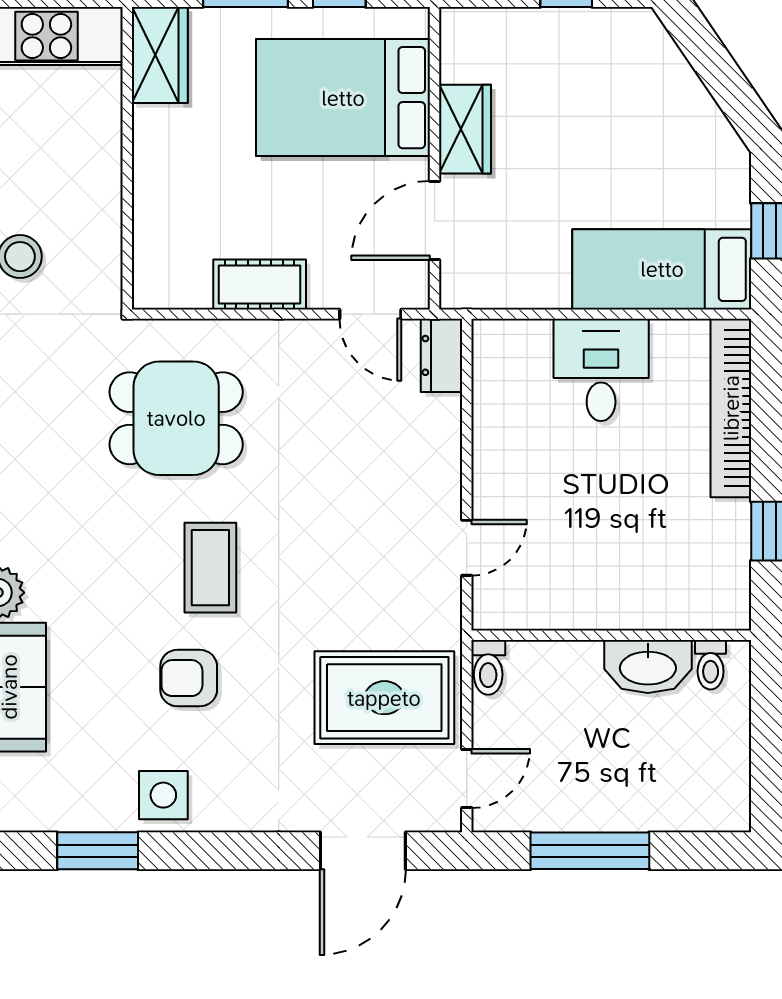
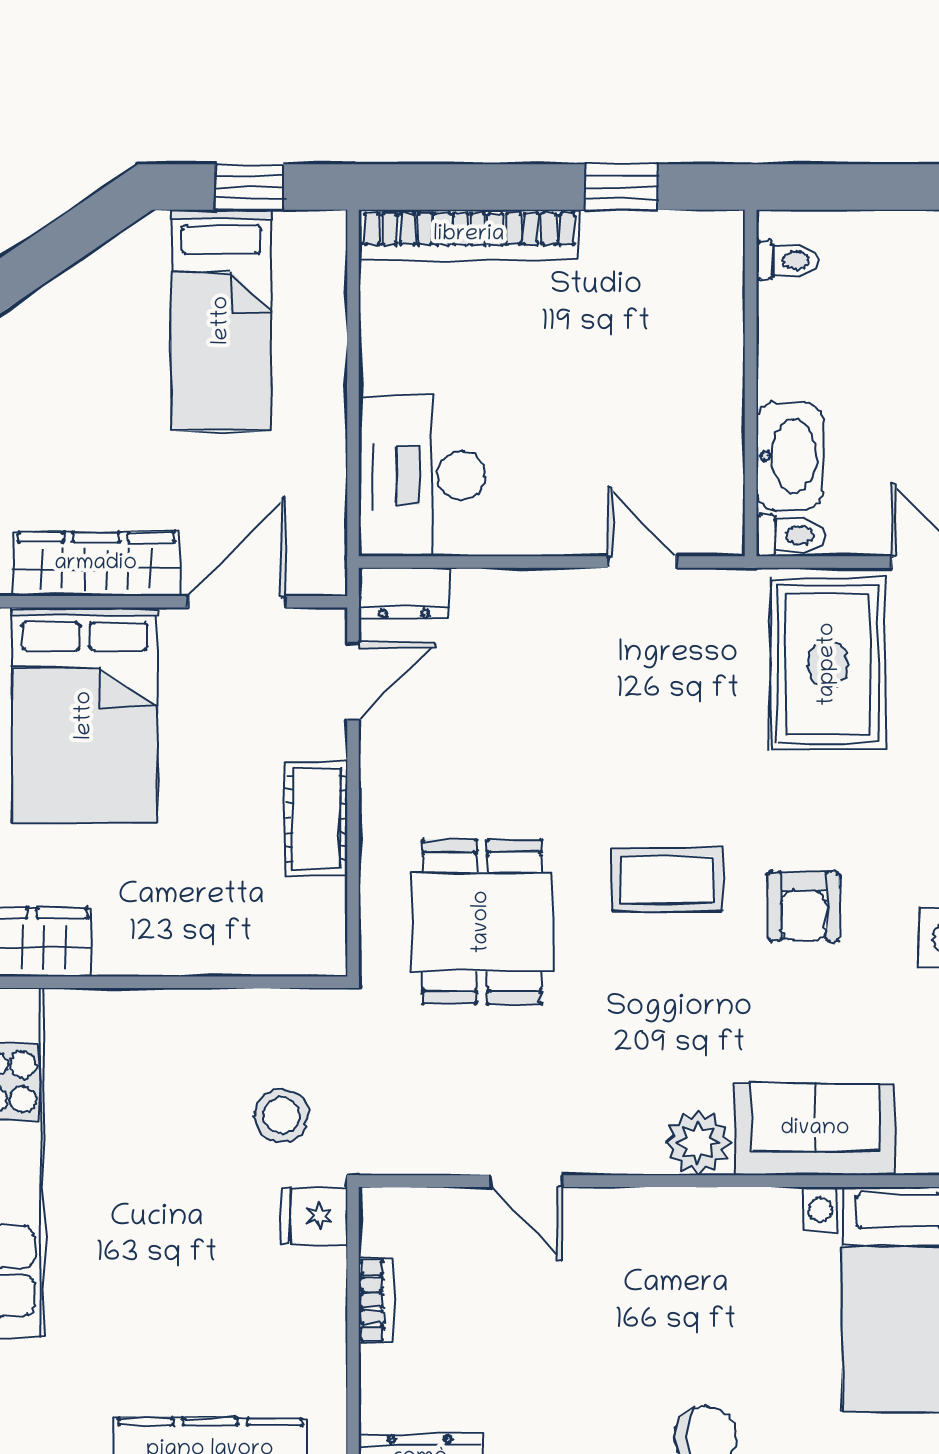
wardrobe: (465, 129) -> (96, 564), width x1.50
door: (435, 220) -> (237, 602), swing flipped
bed: (662, 269) -> (222, 320), moved
desk: (601, 370) -> (422, 476), moved, width x1.37
washbasin: (648, 667) -> (789, 456), moved

